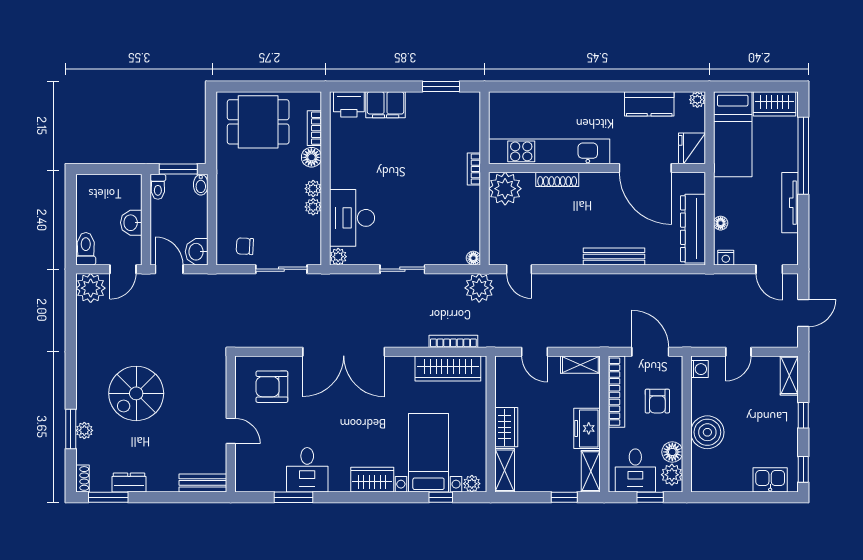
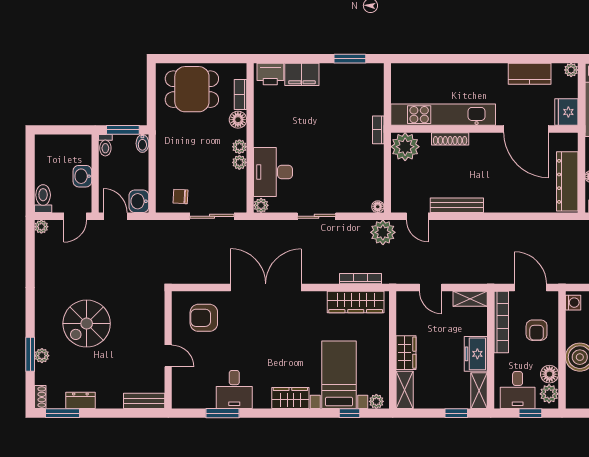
bench: (614, 256) -> (457, 205), moved
plant: (91, 288) -> (41, 227), width x0.53, depth x0.53
double door: (344, 352) -> (266, 288), swing flipped

